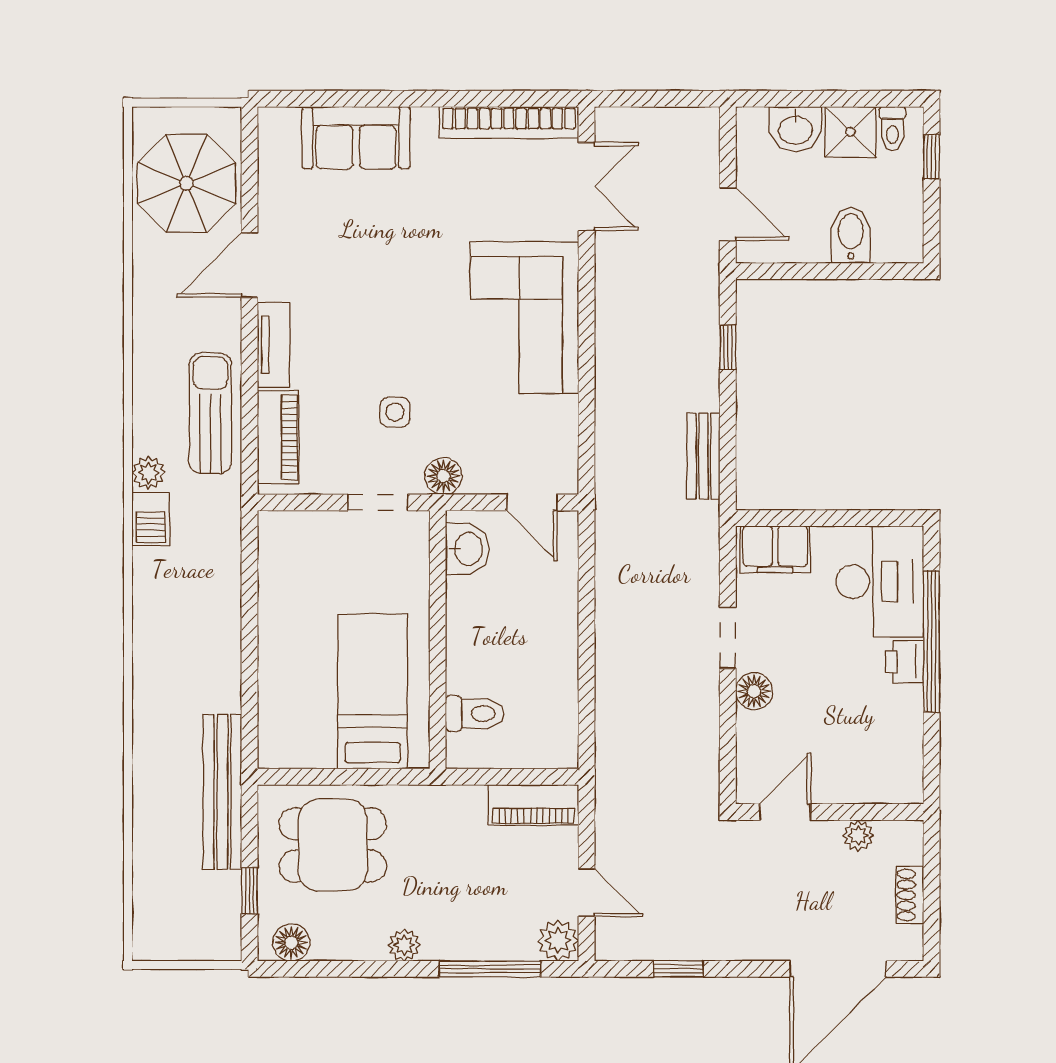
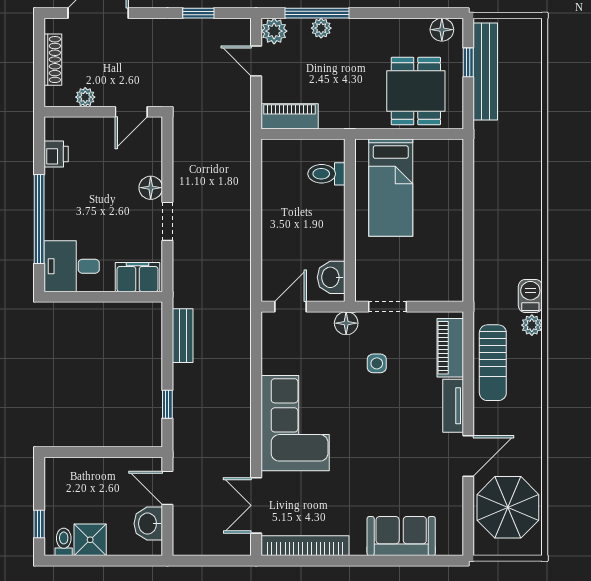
washbasin: (795, 129) -> (148, 524), moved, turned -90
bidet: (851, 235) -> (90, 475), removed
door: (532, 502) -> (291, 307), hinge flipped
desk: (880, 582) -> (72, 266), width x0.73
printer: (905, 662) -> (56, 154), moved
bench: (222, 792) -> (485, 71), moved
dining table: (333, 845) -> (416, 91), turned 90
shoe rack: (910, 895) -> (53, 60), width x1.43
plant: (404, 945) -> (321, 28), moved

